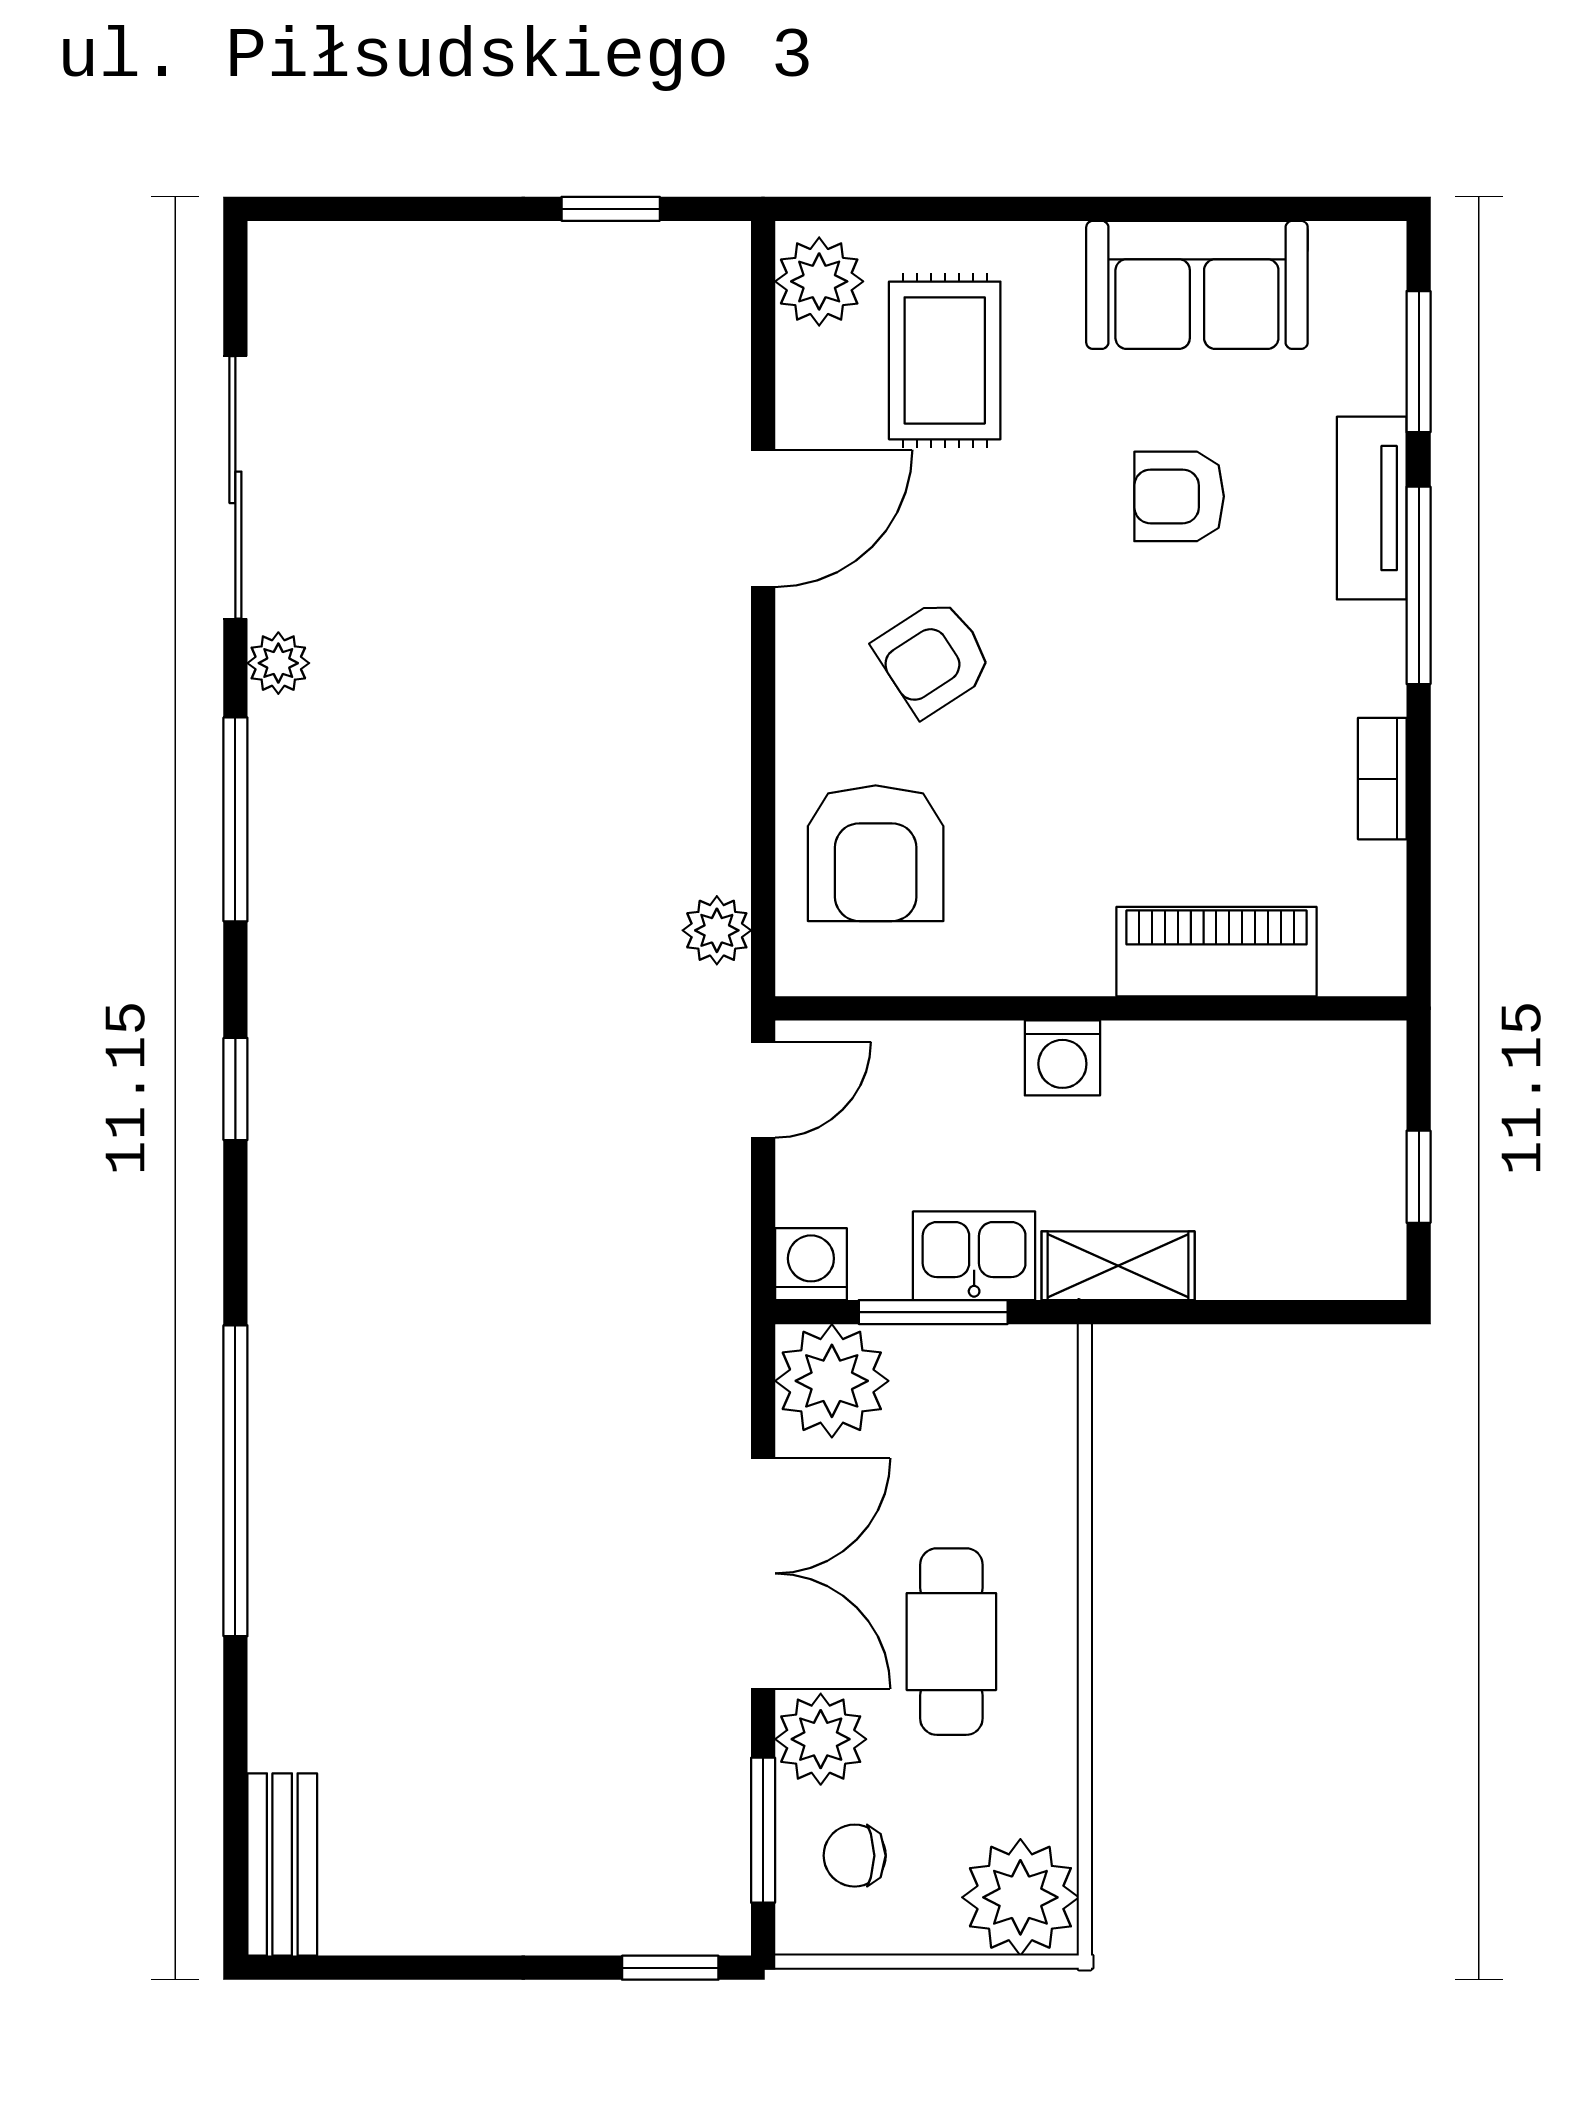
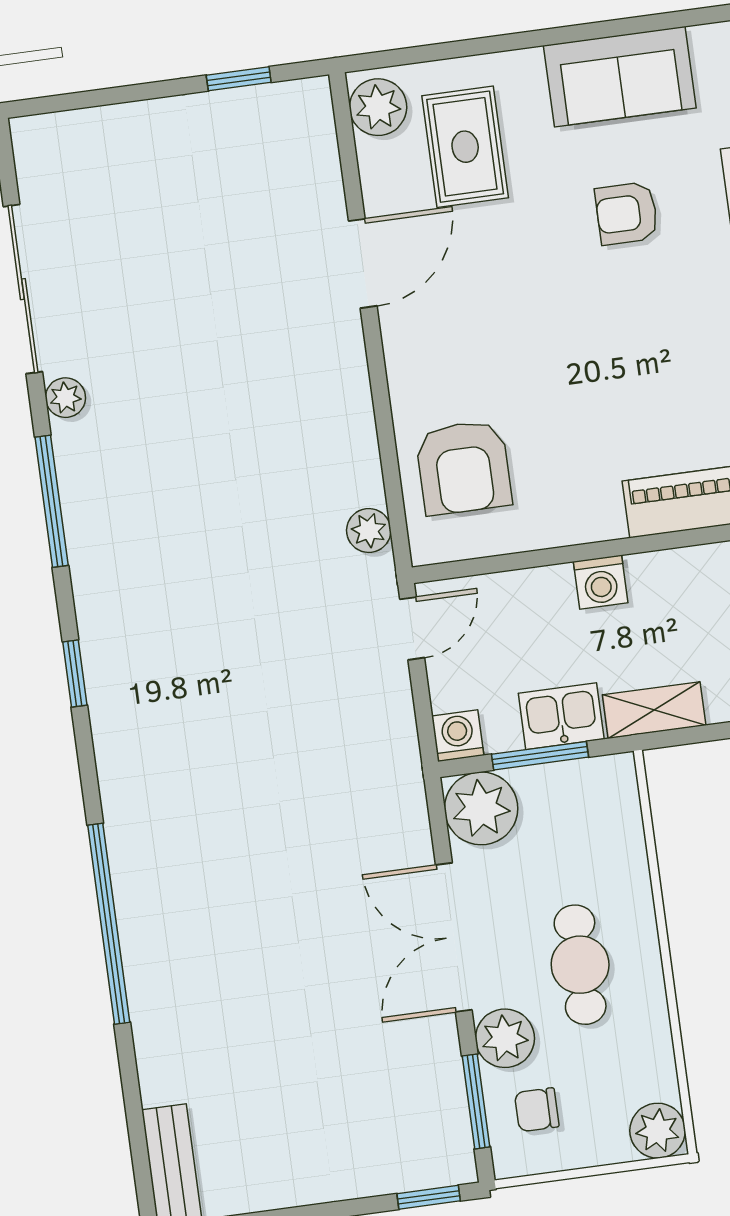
armchair: (933, 657) -> (484, 337), removed
double door: (763, 1573) -> (454, 937), swing flipped
plant: (1020, 1897) -> (658, 1131), width x0.73, depth x0.73

